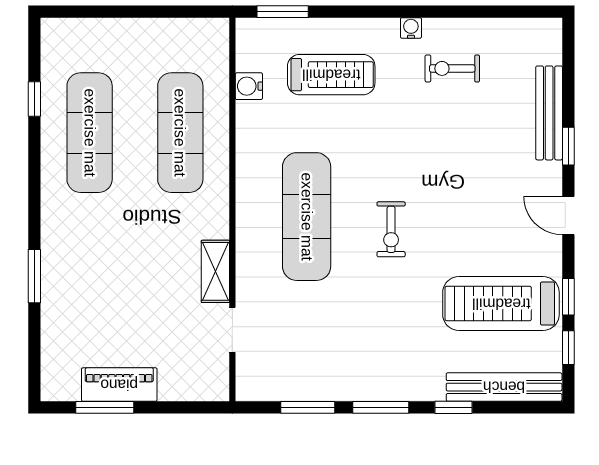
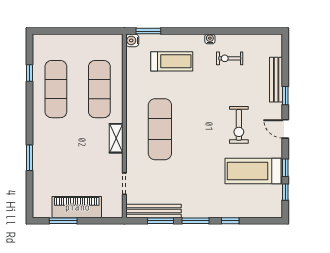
water cooler: (249, 86) -> (132, 40), moved
exercise bike: (391, 229) -> (239, 125), moved, width x1.38, depth x1.39
shelving: (215, 271) -> (116, 138), moved
piano: (119, 385) -> (77, 207), width x1.37, depth x1.33
bench: (504, 387) -> (153, 211), moved

